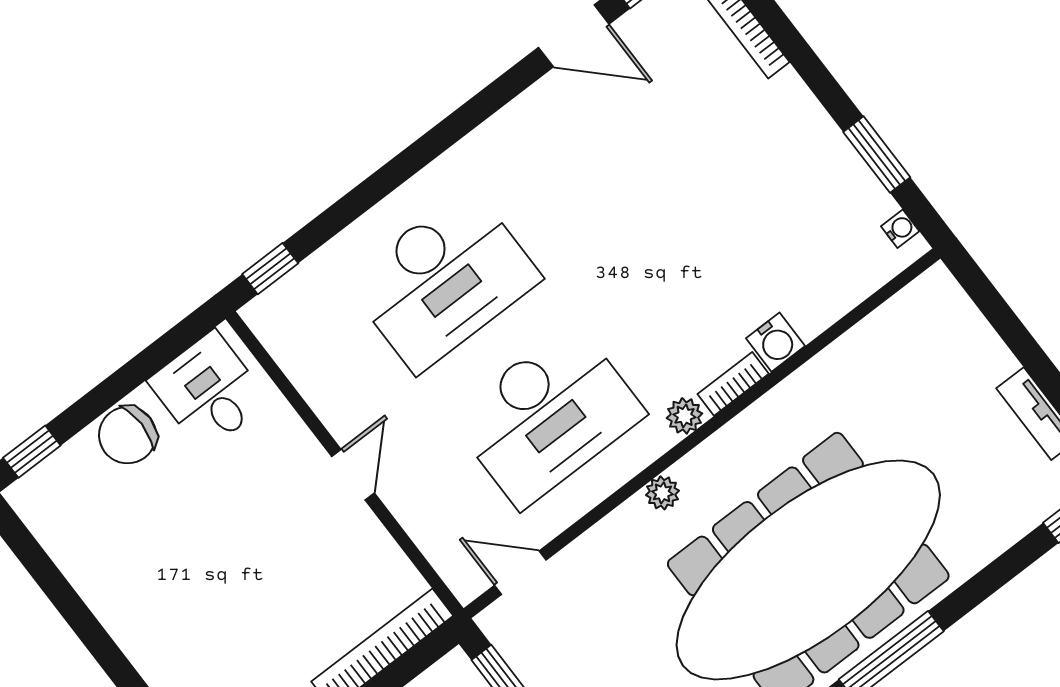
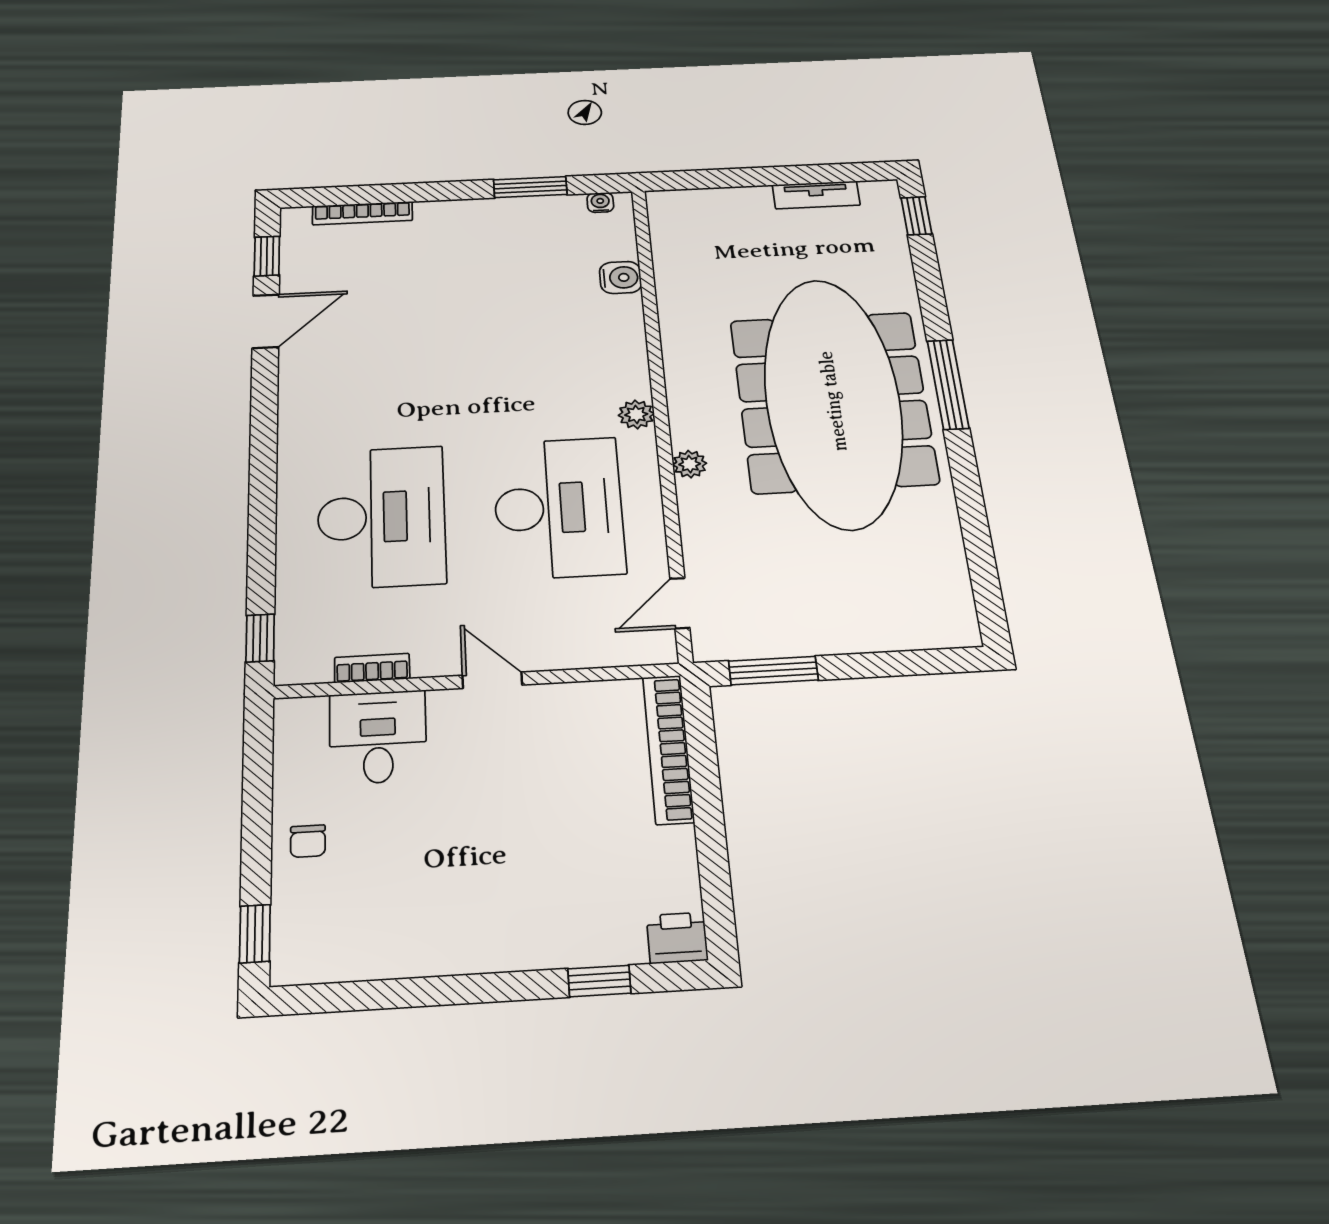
water cooler: (776, 342) -> (620, 278), moved
bookcase: (733, 384) -> (372, 668), moved, turned 90
desk: (209, 391) -> (378, 737), moved, turned 90
chair: (128, 435) -> (308, 841), width x0.54, depth x0.54

